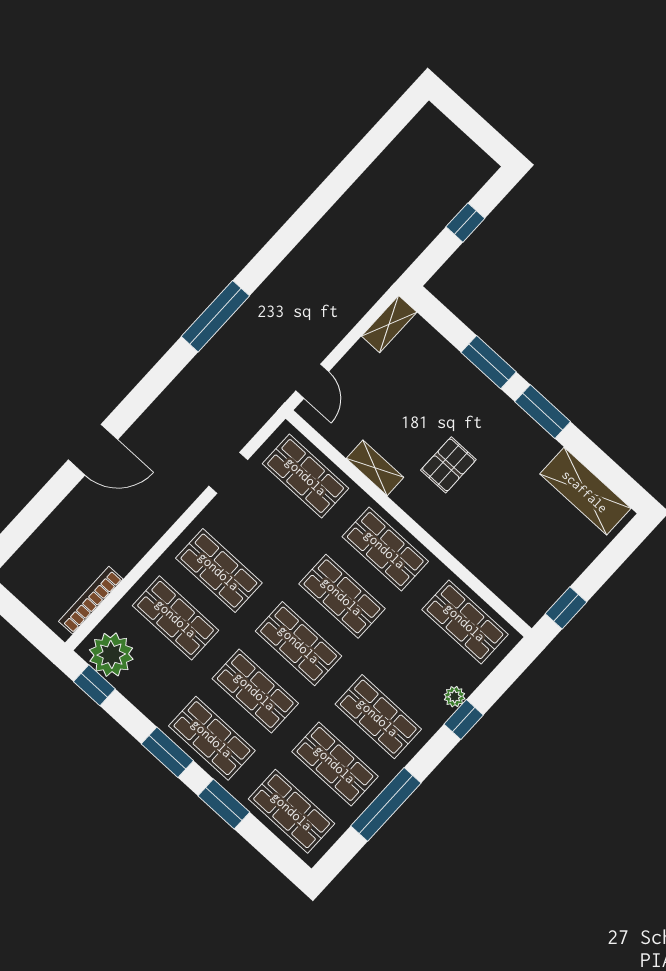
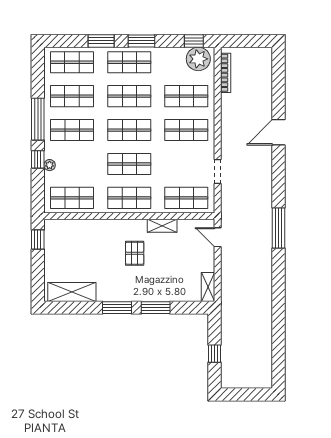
window: (386, 804) -> (38, 119), moved

